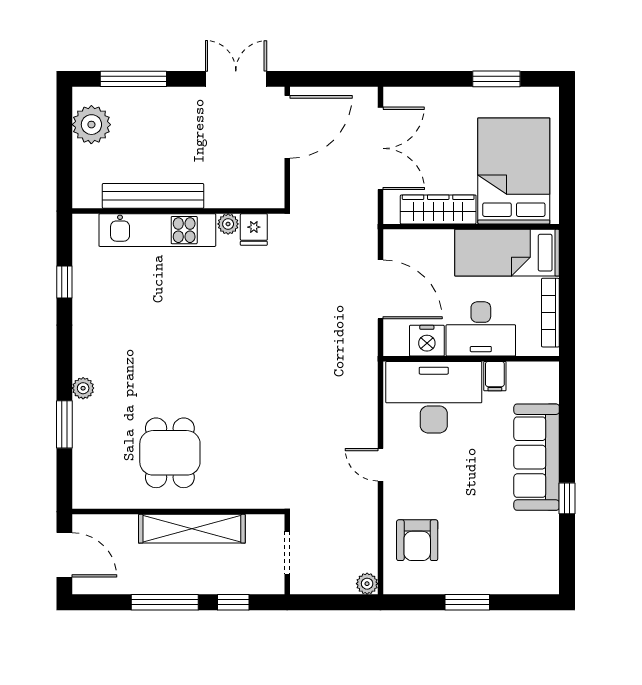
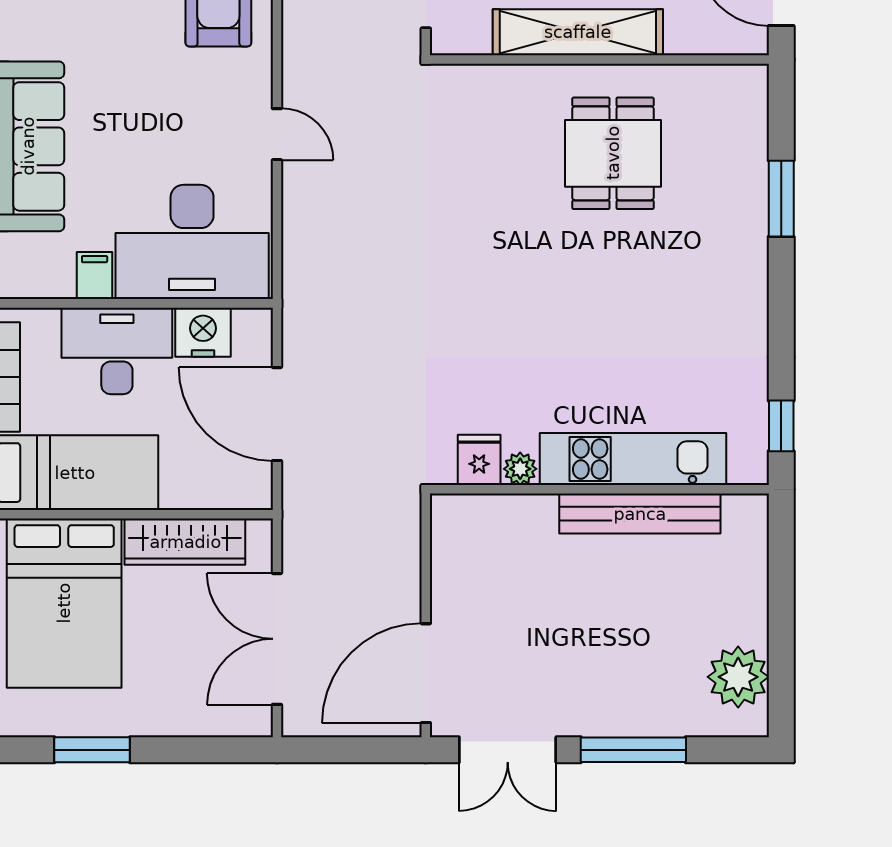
window: (133, 79) -> (633, 750), moved
bench: (153, 196) -> (640, 514), moved
wall: (178, 211) -> (599, 489), moved
plant: (228, 224) -> (520, 469), moved
kitchen unit: (157, 230) -> (633, 459), moved
fridge: (254, 230) -> (479, 460), moved
plant: (83, 388) -> (751, 256), removed

